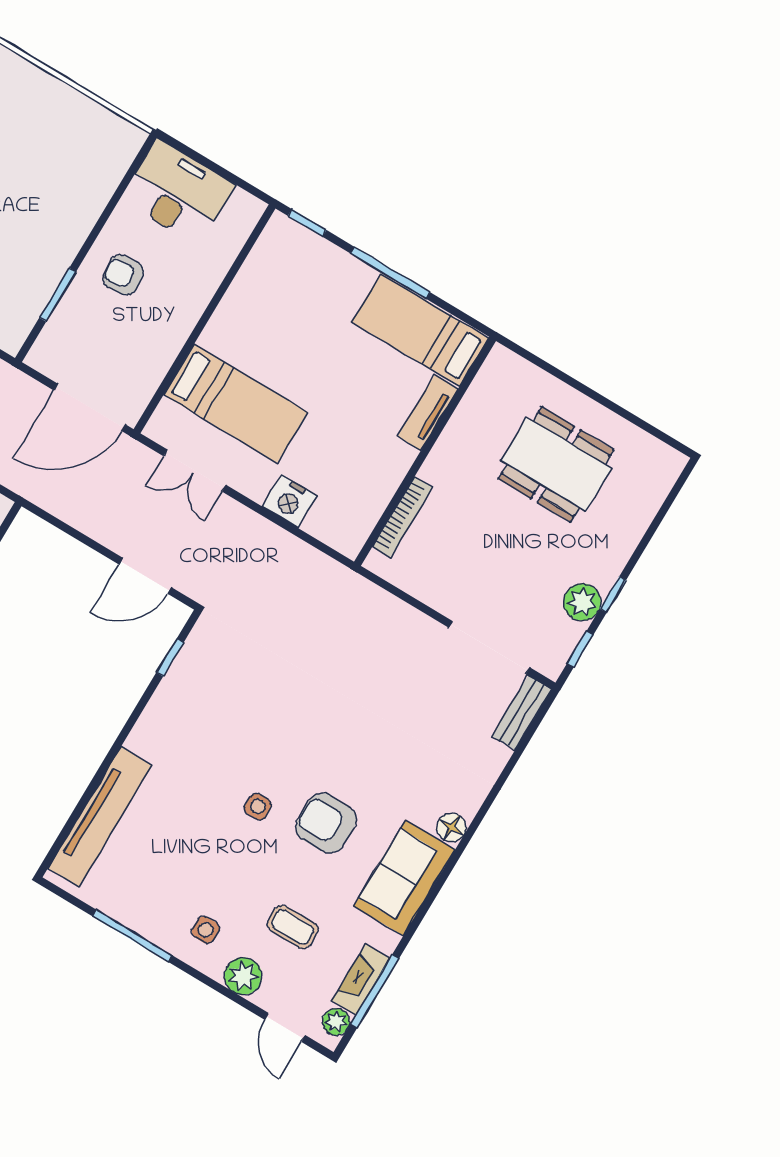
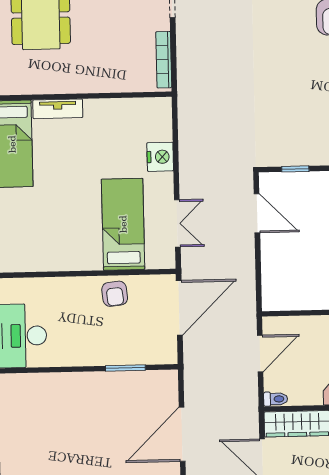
armchair: (123, 275) -> (115, 294), moved
door: (90, 407) -> (179, 308), hinge flipped
bookcase: (403, 517) -> (164, 60), moved, turned -90

